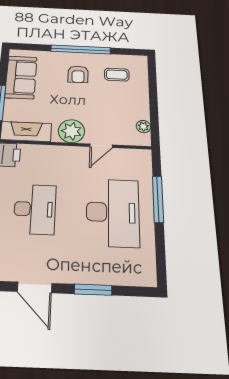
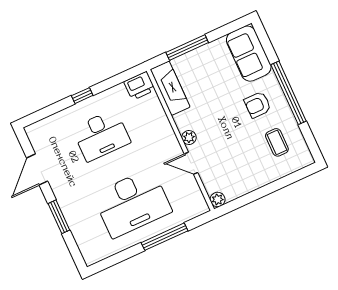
sofa: (21, 77) -> (249, 54), moved, turned 90
plant: (143, 126) -> (218, 199), moved
plant: (71, 131) -> (189, 138), width x0.53, depth x0.53

